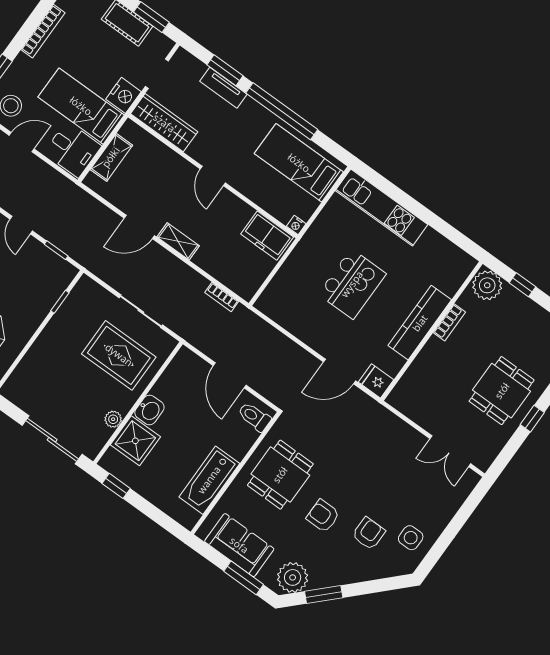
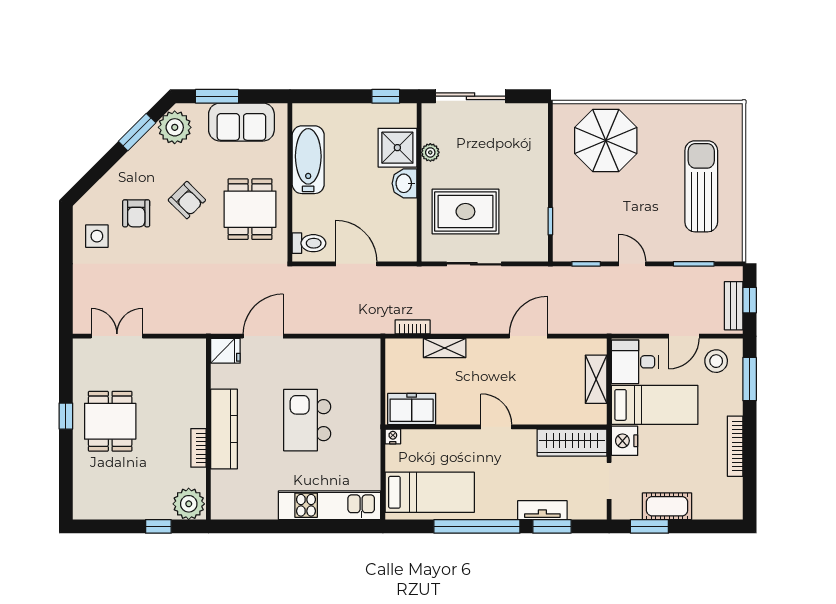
shelving: (178, 241) -> (445, 348), moved
armchair: (323, 516) -> (187, 200), turned 45

